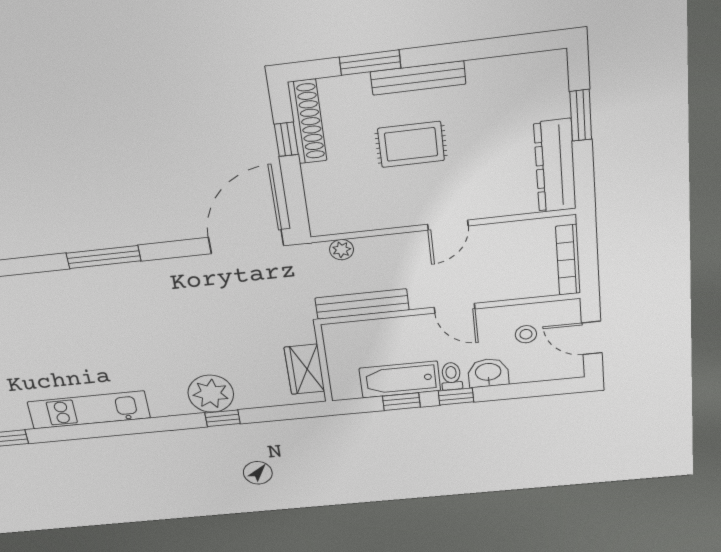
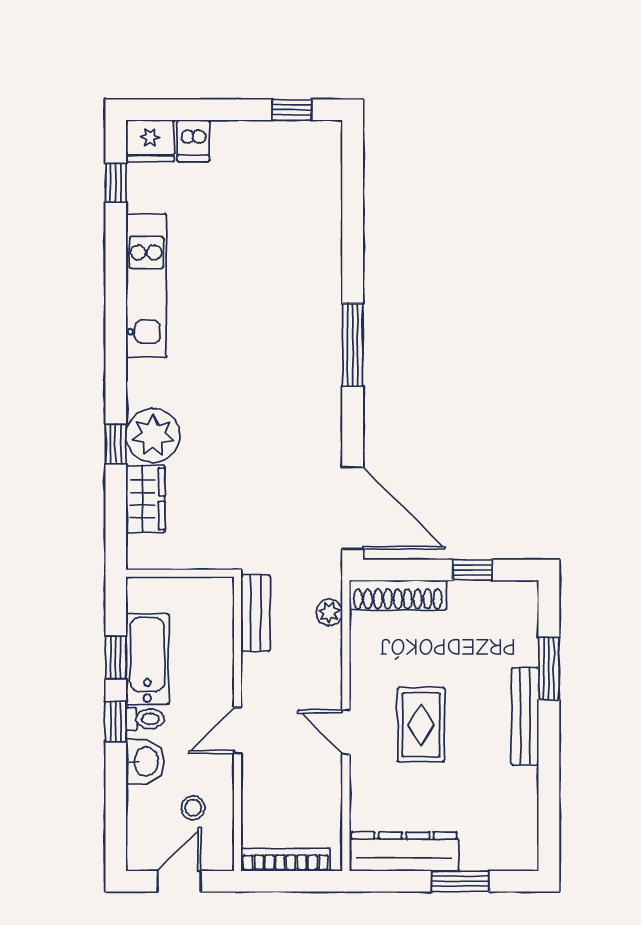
shoe rack: (307, 122) -> (398, 595), moved
rug: (411, 144) -> (421, 725), moved
bench: (362, 304) -> (256, 613), width x0.73
wardrobe: (304, 369) -> (145, 499), moved, turned 90

